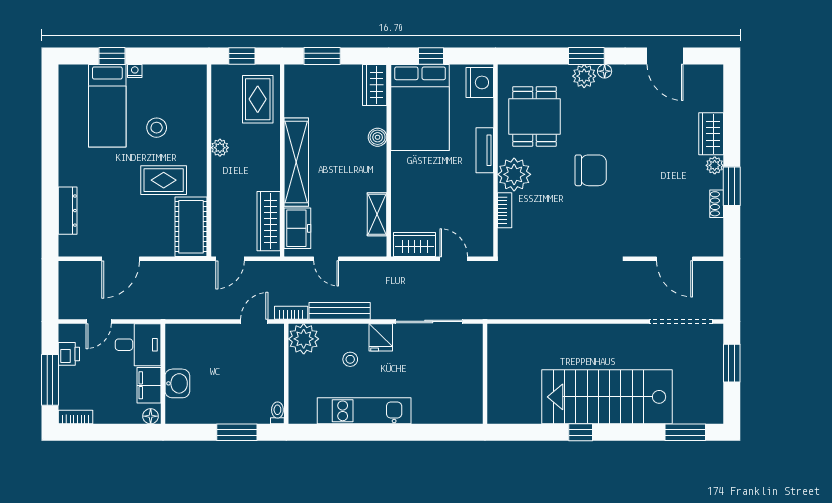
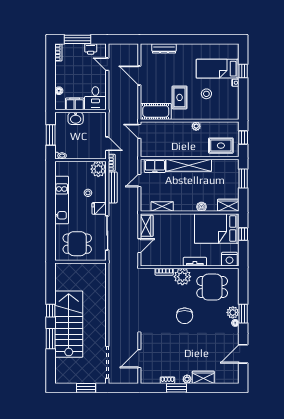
wardrobe: (269, 221) -> (159, 151), removed
desk: (138, 345) -> (95, 98), moved
wall: (163, 374) -> (81, 111), moved
dining table: (450, 380) -> (77, 244), added
washbasin: (177, 383) -> (76, 118), moved
filing cabinet: (149, 385) -> (75, 104), moved
window: (685, 432) -> (51, 339), moved

